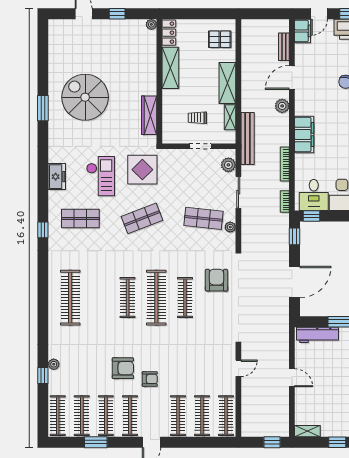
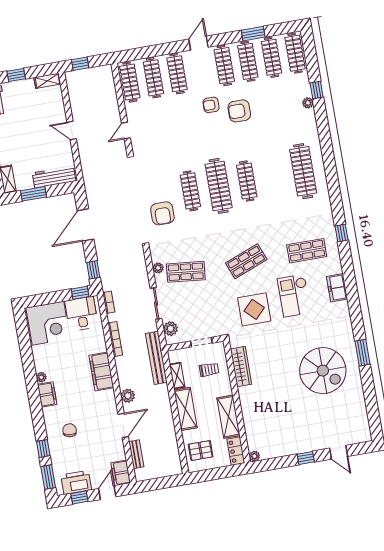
plant: (151, 24) -> (254, 456), moved
locker: (169, 33) -> (236, 451), moved
shelving: (170, 68) -> (228, 417), moved
wall: (159, 81) -> (237, 402), moved
wardrobe: (149, 115) -> (241, 367), moved

